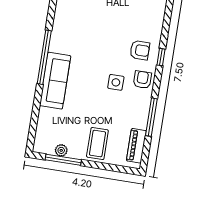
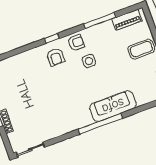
armchair: (140, 50) -> (56, 57), turned 180
armchair: (142, 80) -> (76, 43), turned 180

